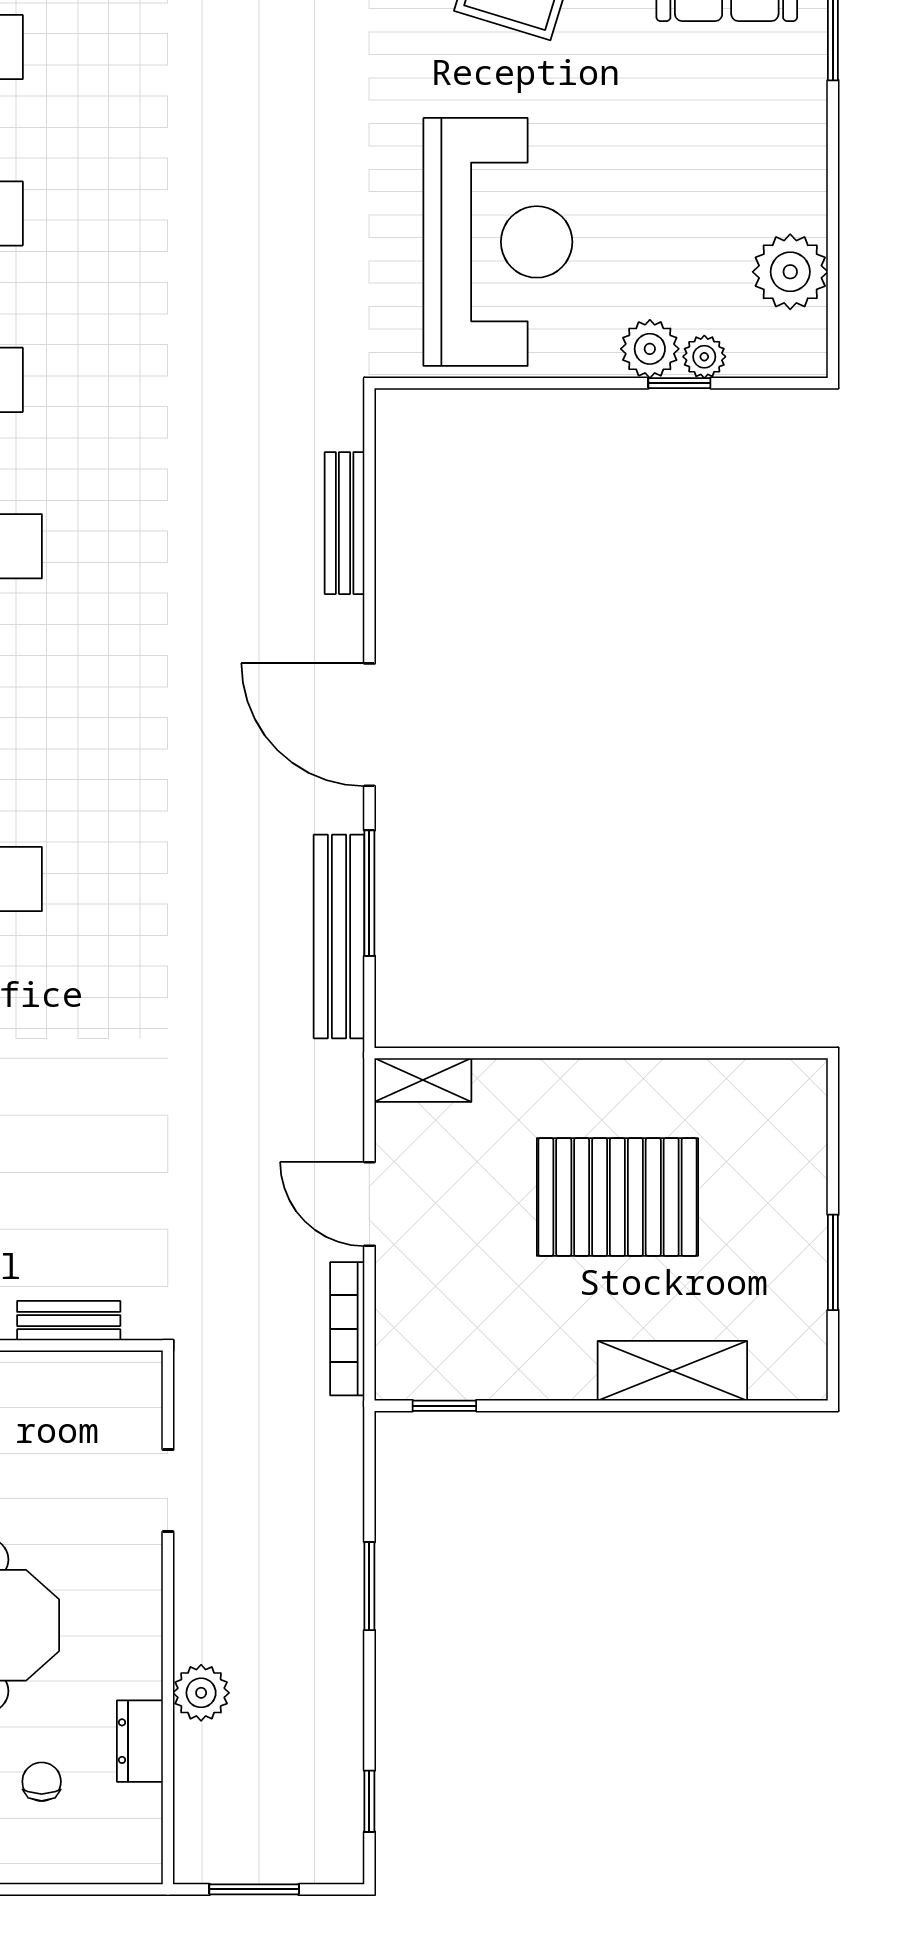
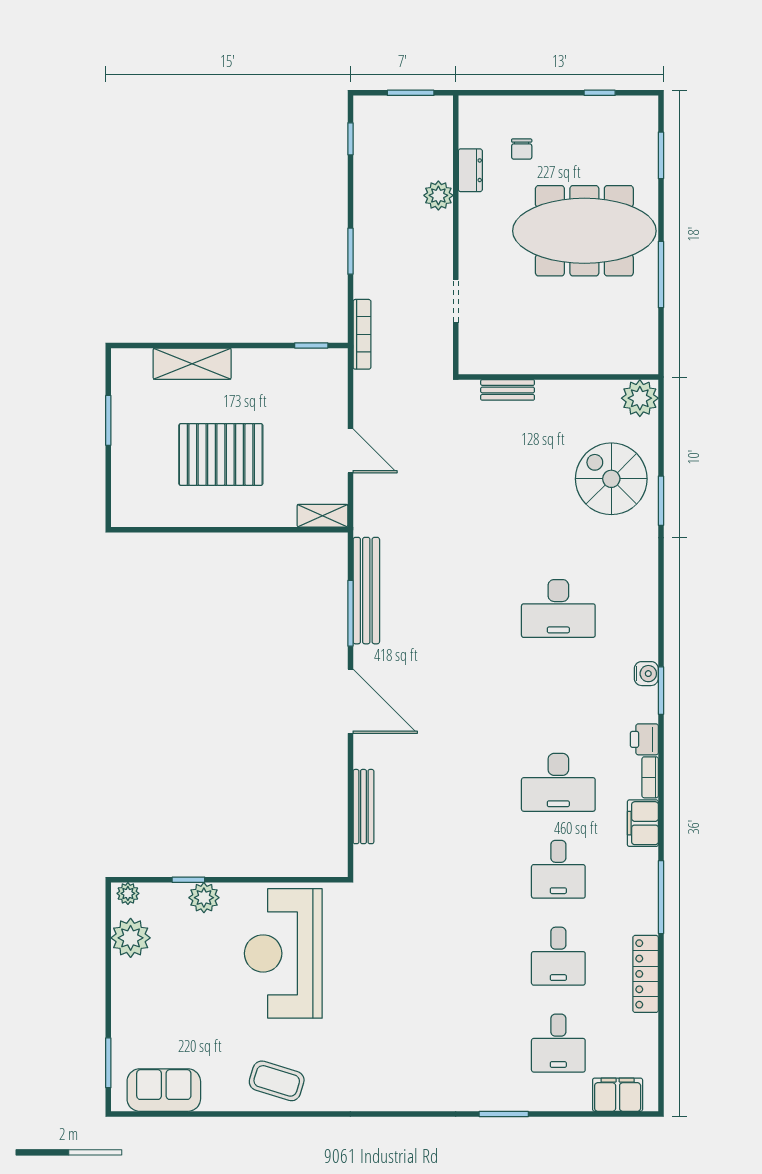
plant: (704, 357) -> (128, 893), moved
bookcase: (347, 1329) -> (362, 334), moved

